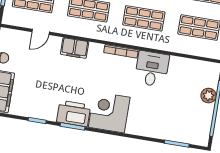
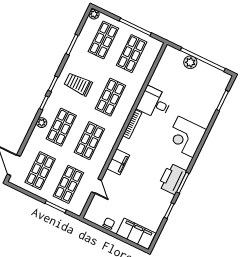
corner desk: (109, 112) -> (186, 137), moved

